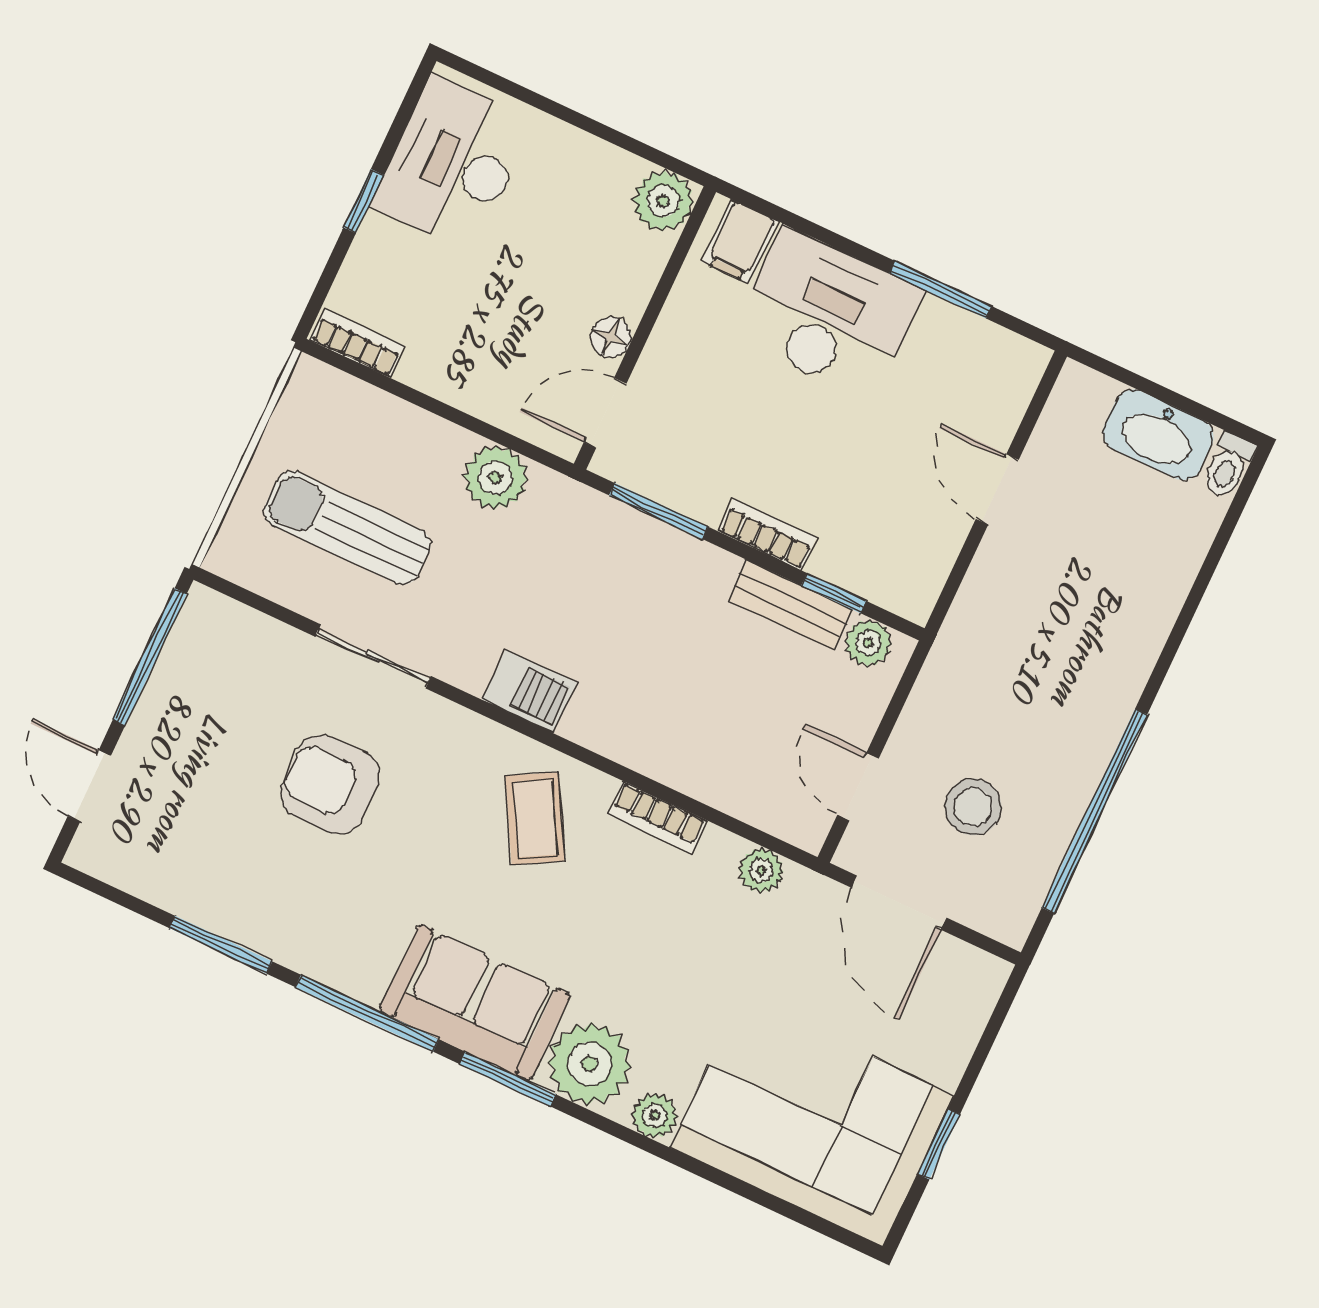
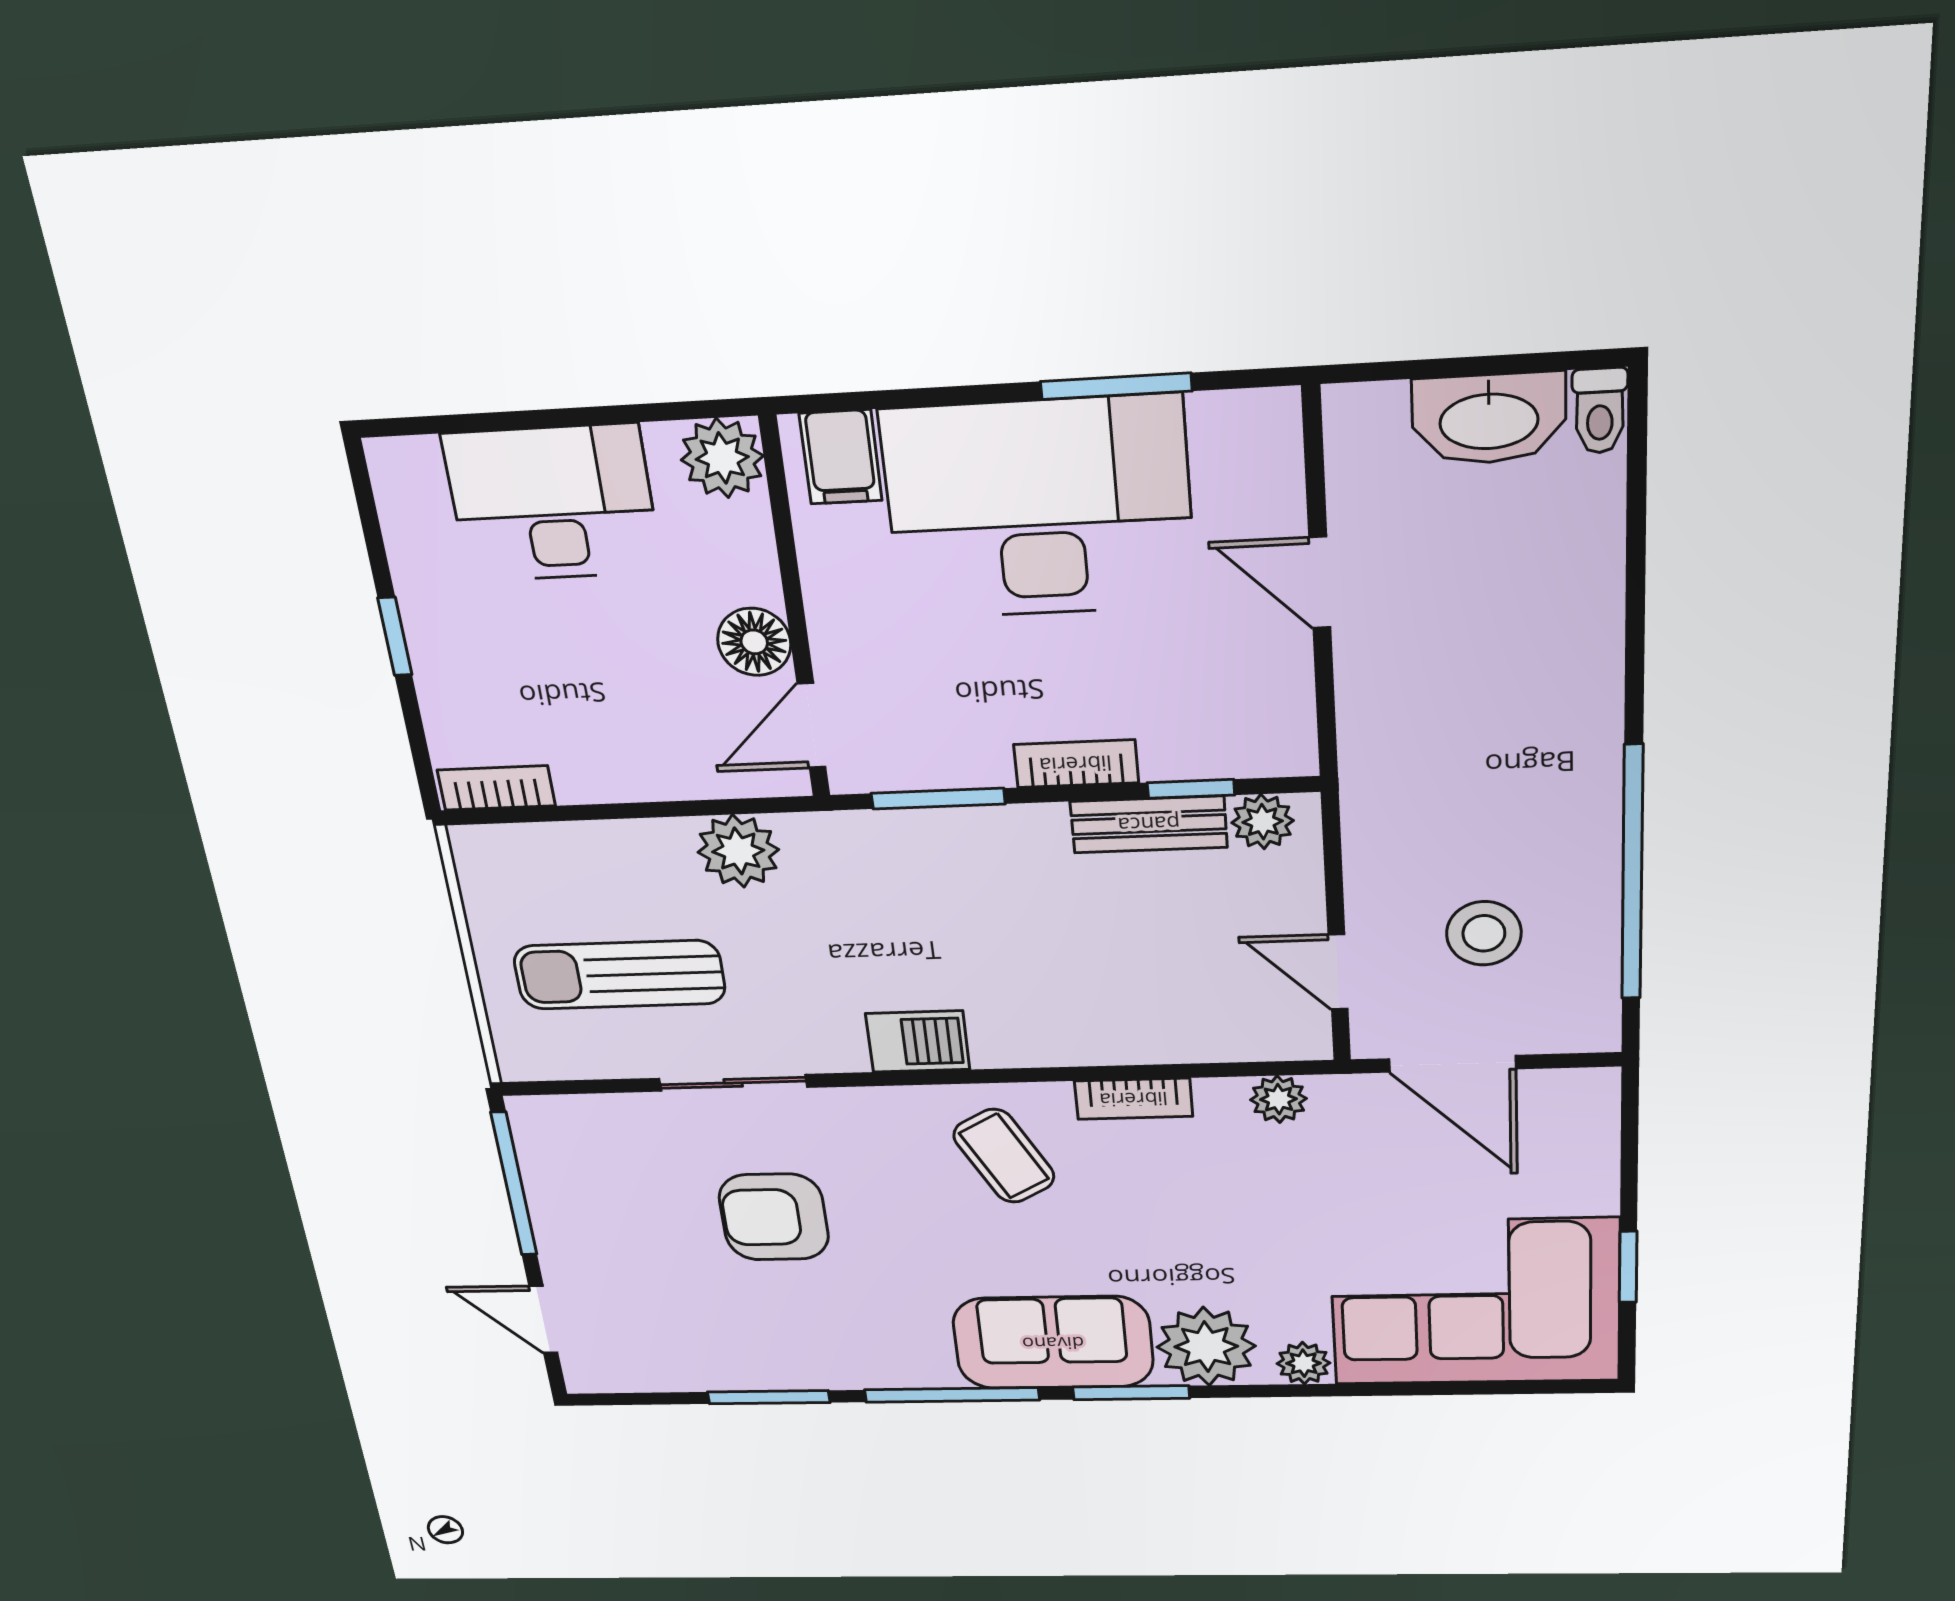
desk: (453, 164) -> (552, 503), moved, turned 90
desk: (828, 314) -> (1039, 508), width x1.36, depth x1.30
floor lamp: (611, 337) -> (754, 642), width x1.37, depth x1.37

